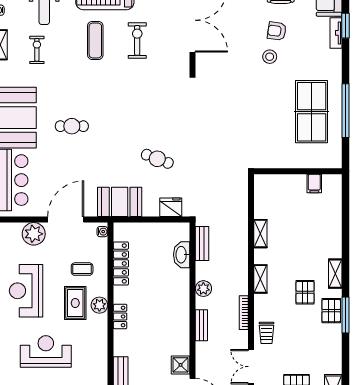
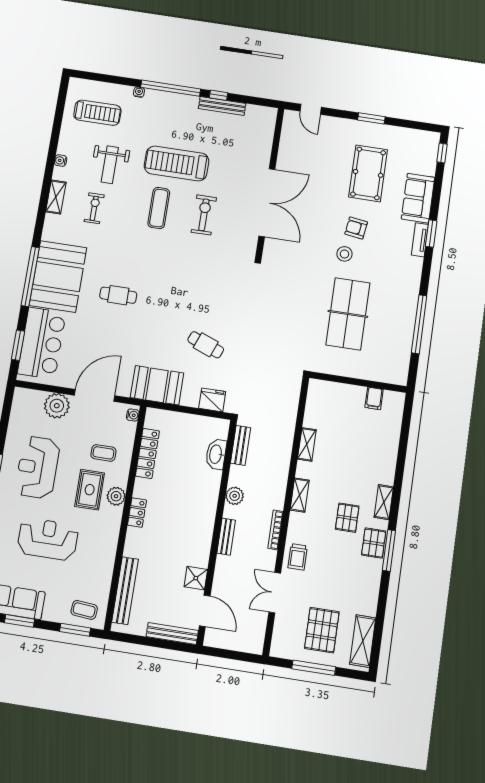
table tennis table: (312, 112) -> (348, 314), moved

